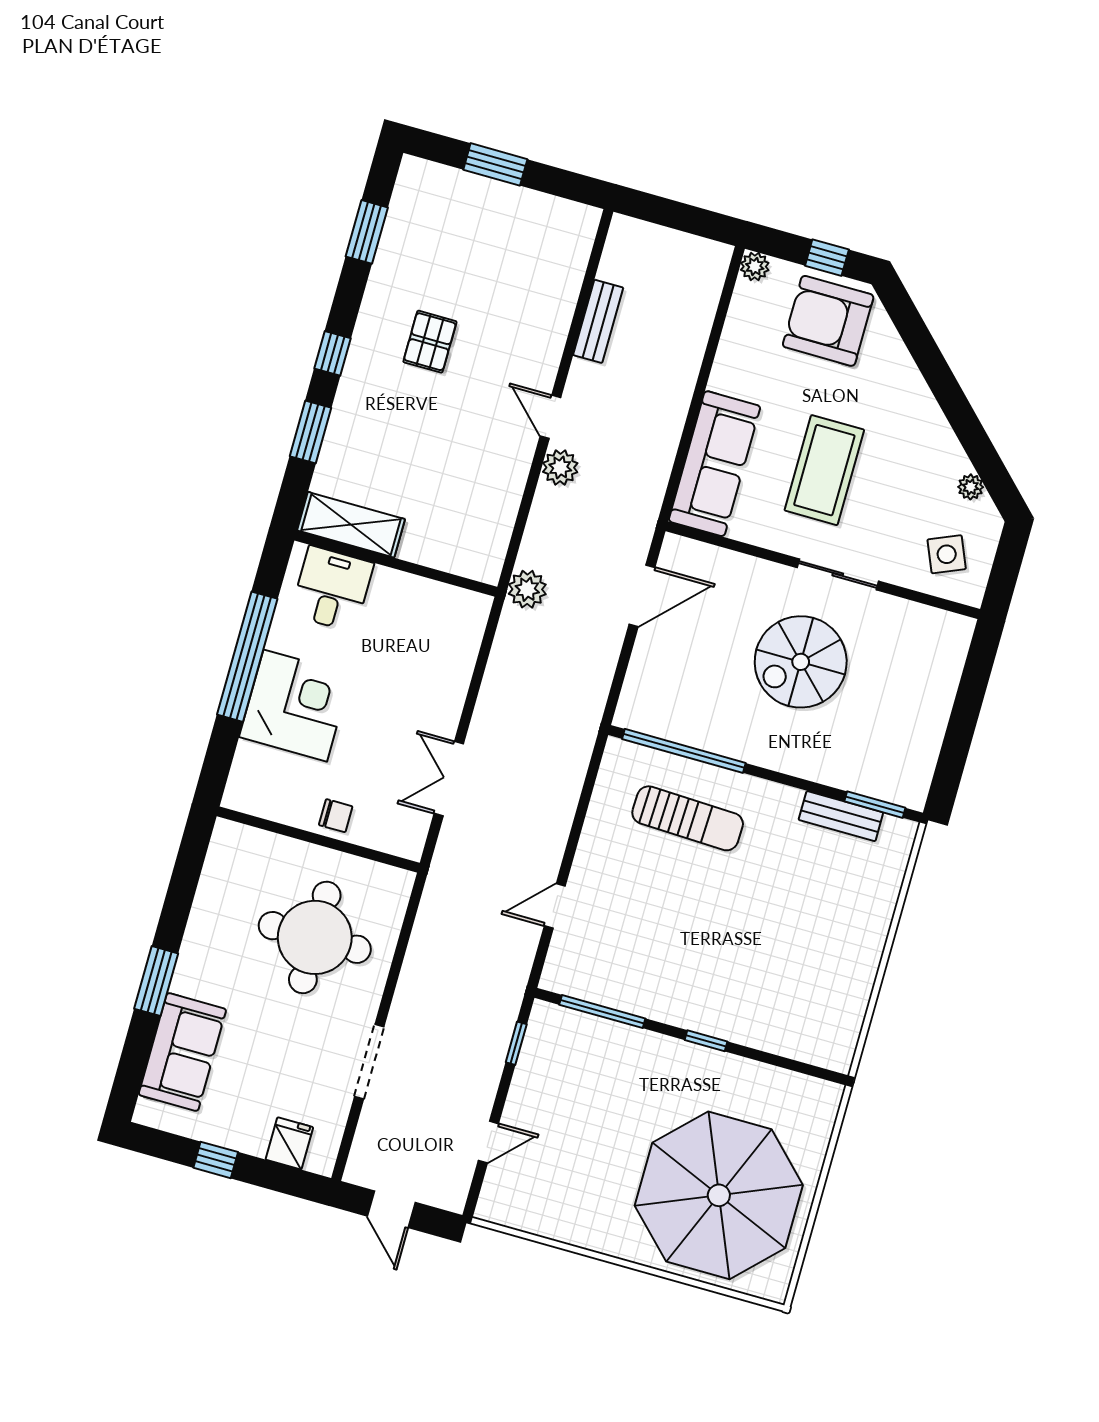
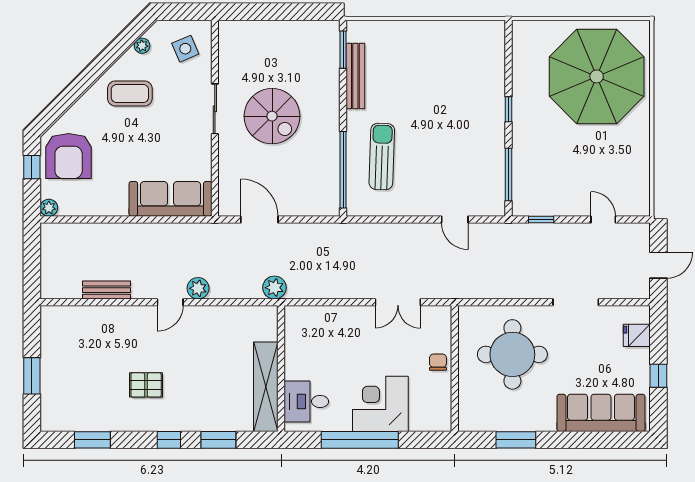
coffee table: (824, 470) -> (130, 94), moved, width x0.73, depth x0.76
shelving: (351, 525) -> (266, 387), width x1.47
bench: (841, 816) -> (355, 76), width x1.36
window: (156, 981) -> (516, 440), moved
sofa: (182, 1052) -> (601, 413), width x1.36

